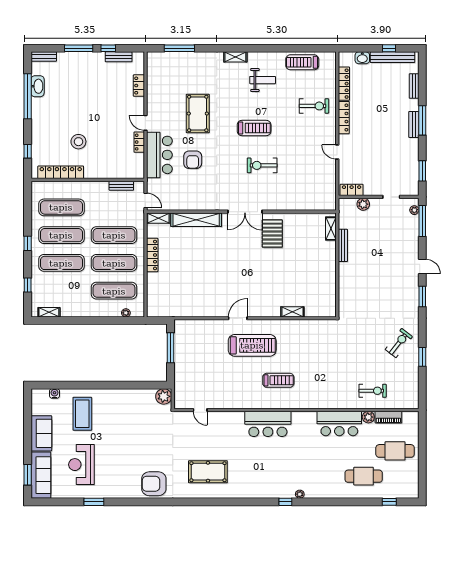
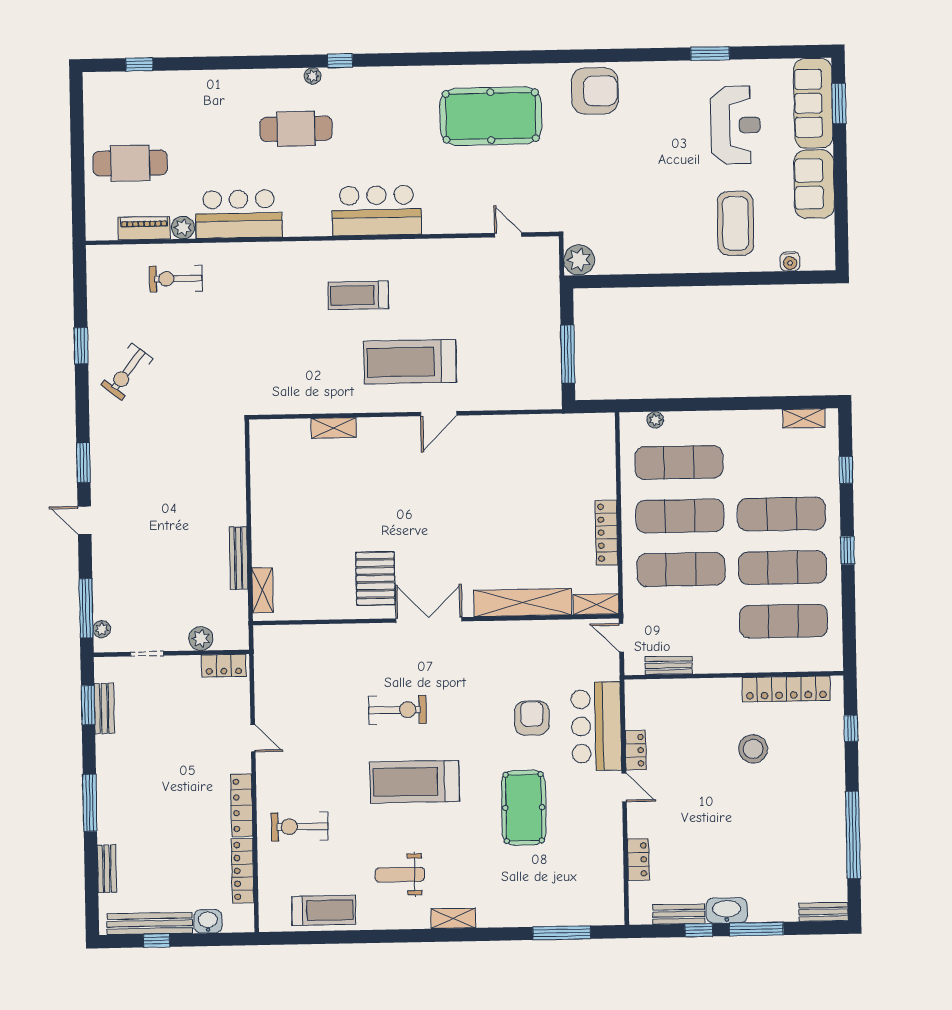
washbasin: (38, 86) -> (727, 911), moved, turned 90
bench: (414, 124) -> (104, 708), moved
treadmill: (254, 128) -> (414, 782), width x1.37, depth x1.38
pool table: (208, 472) -> (491, 116), width x1.36, depth x1.32
cafe table: (364, 476) -> (296, 129), moved

